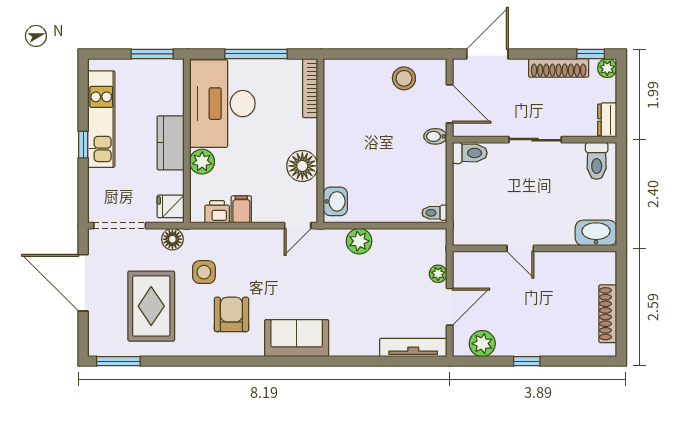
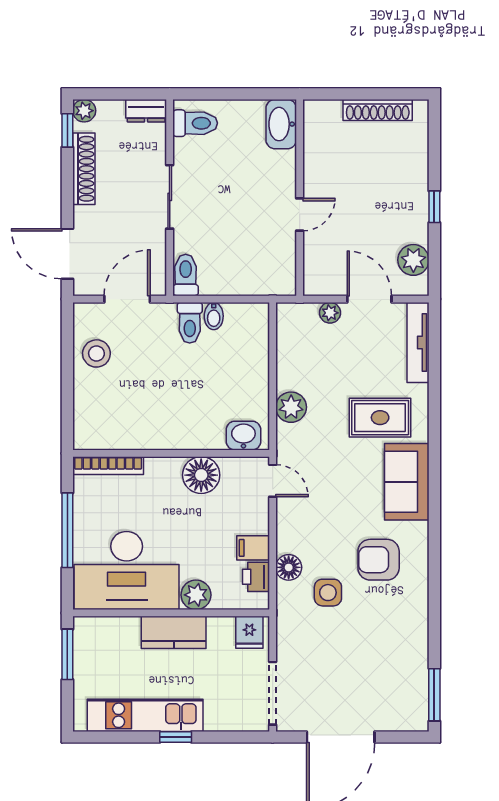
bidet: (435, 136) -> (214, 316), moved
toilet: (434, 213) -> (190, 323), moved, width x1.37, depth x1.39
floor lamp: (172, 239) -> (289, 567), moved
rug: (151, 306) -> (380, 418), moved, width x0.73, depth x0.70

